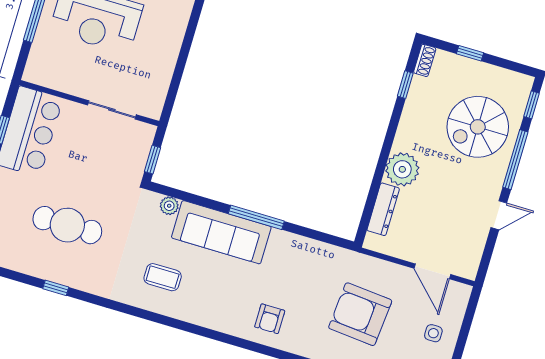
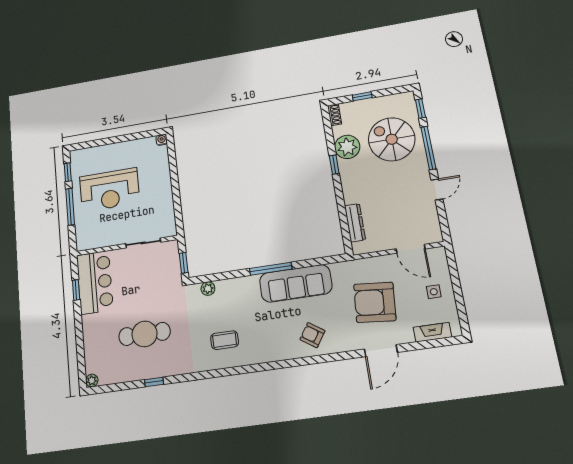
window: (405, 85) -> (334, 165), moved
spiral stairs: (478, 127) -> (392, 139), turned 90
plant: (402, 169) -> (347, 147), moved
sofa: (221, 232) -> (296, 283), moved
armchair: (270, 319) -> (312, 335), turned 124

